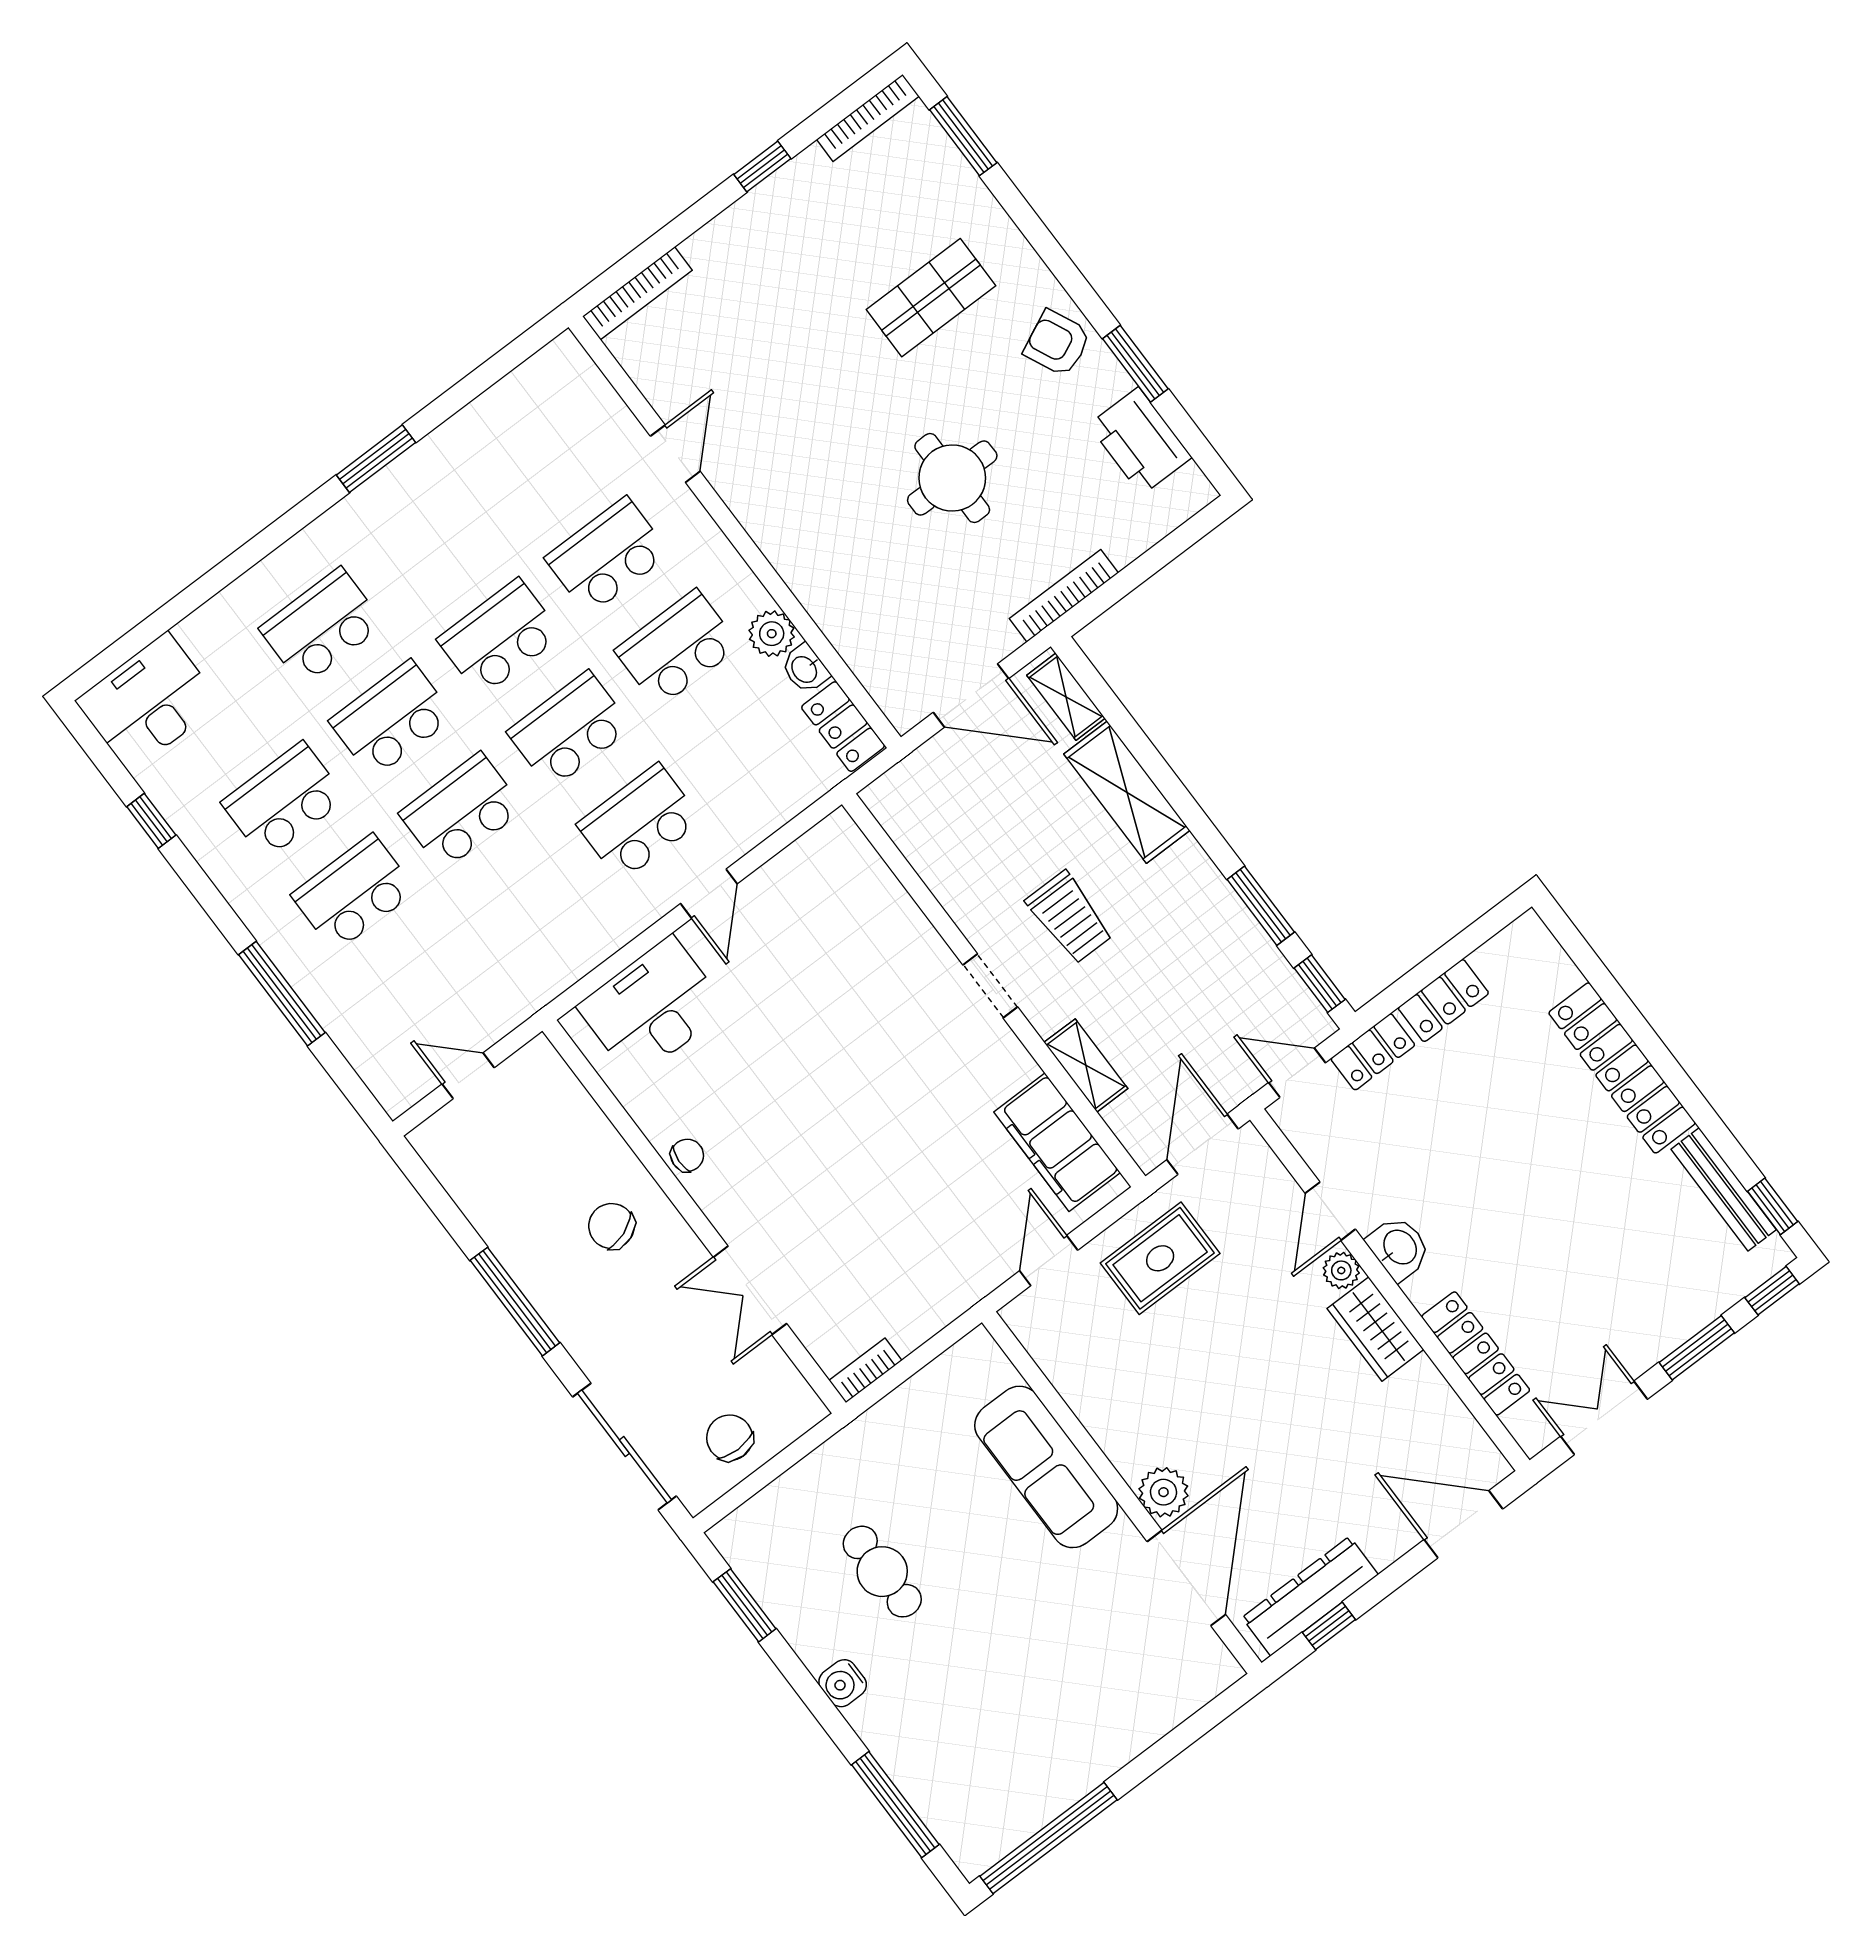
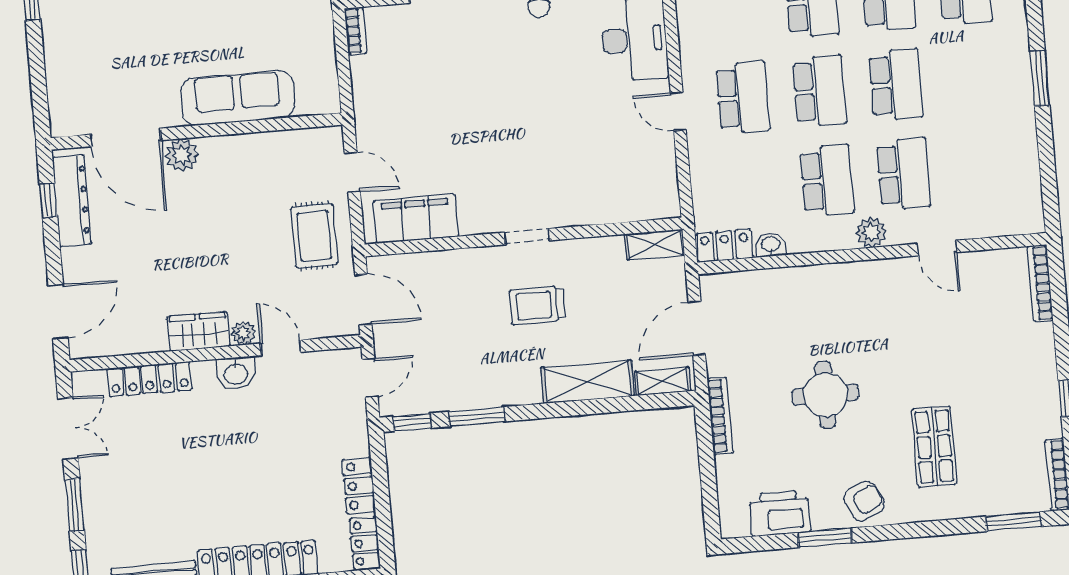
plant: (772, 634) -> (871, 233), moved
locker: (1373, 1052) -> (365, 543), moved
shelving: (1086, 1065) -> (655, 245), moved

